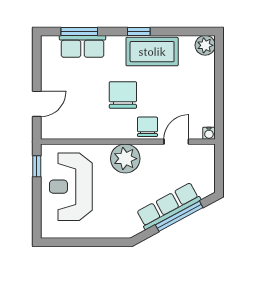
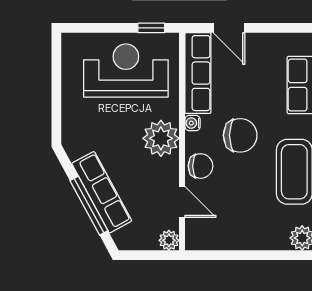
row of seats: (73, 129) -> (198, 73), added
water cooler: (209, 133) -> (193, 123), moved
plant: (207, 152) -> (169, 240), added

